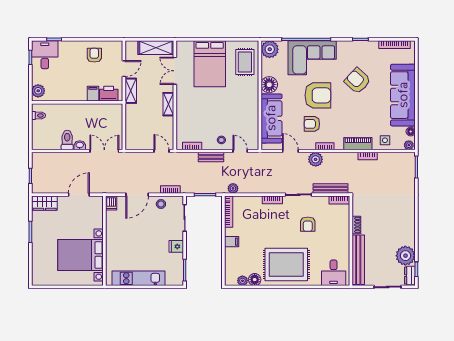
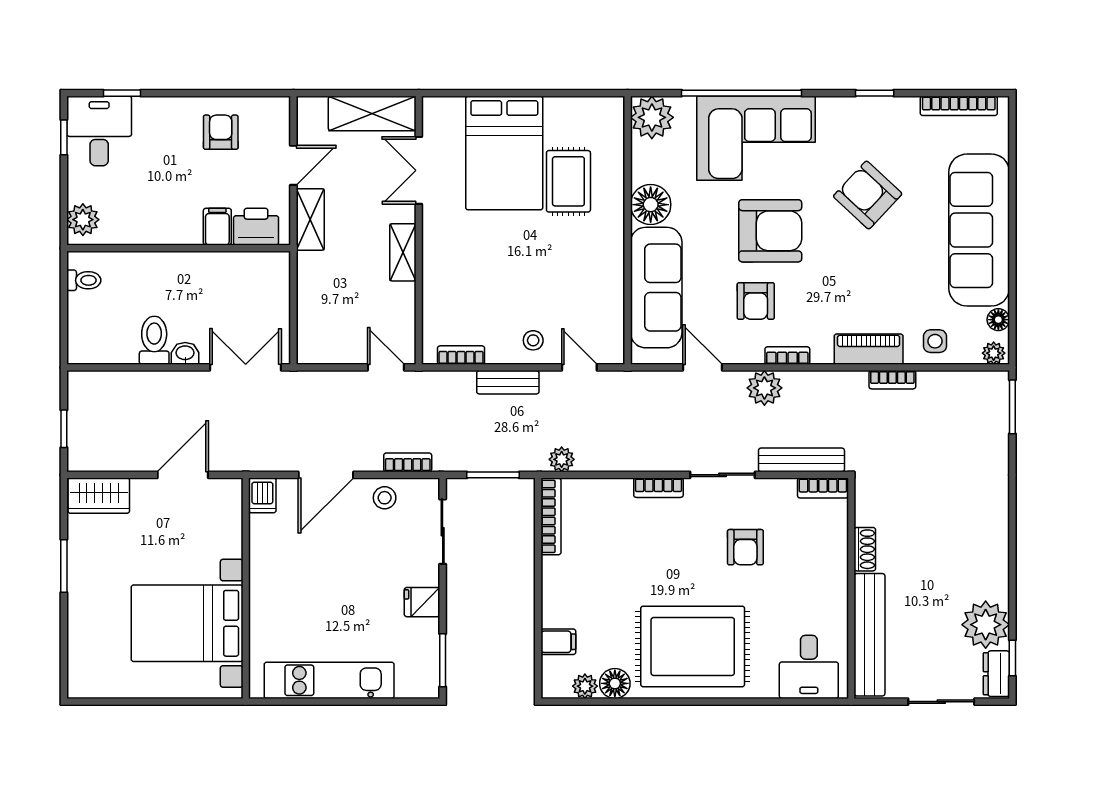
rug: (245, 62) -> (568, 181), moved
armchair: (312, 124) -> (756, 301), turned -90
filing cabinet: (232, 242) -> (558, 642), moved

